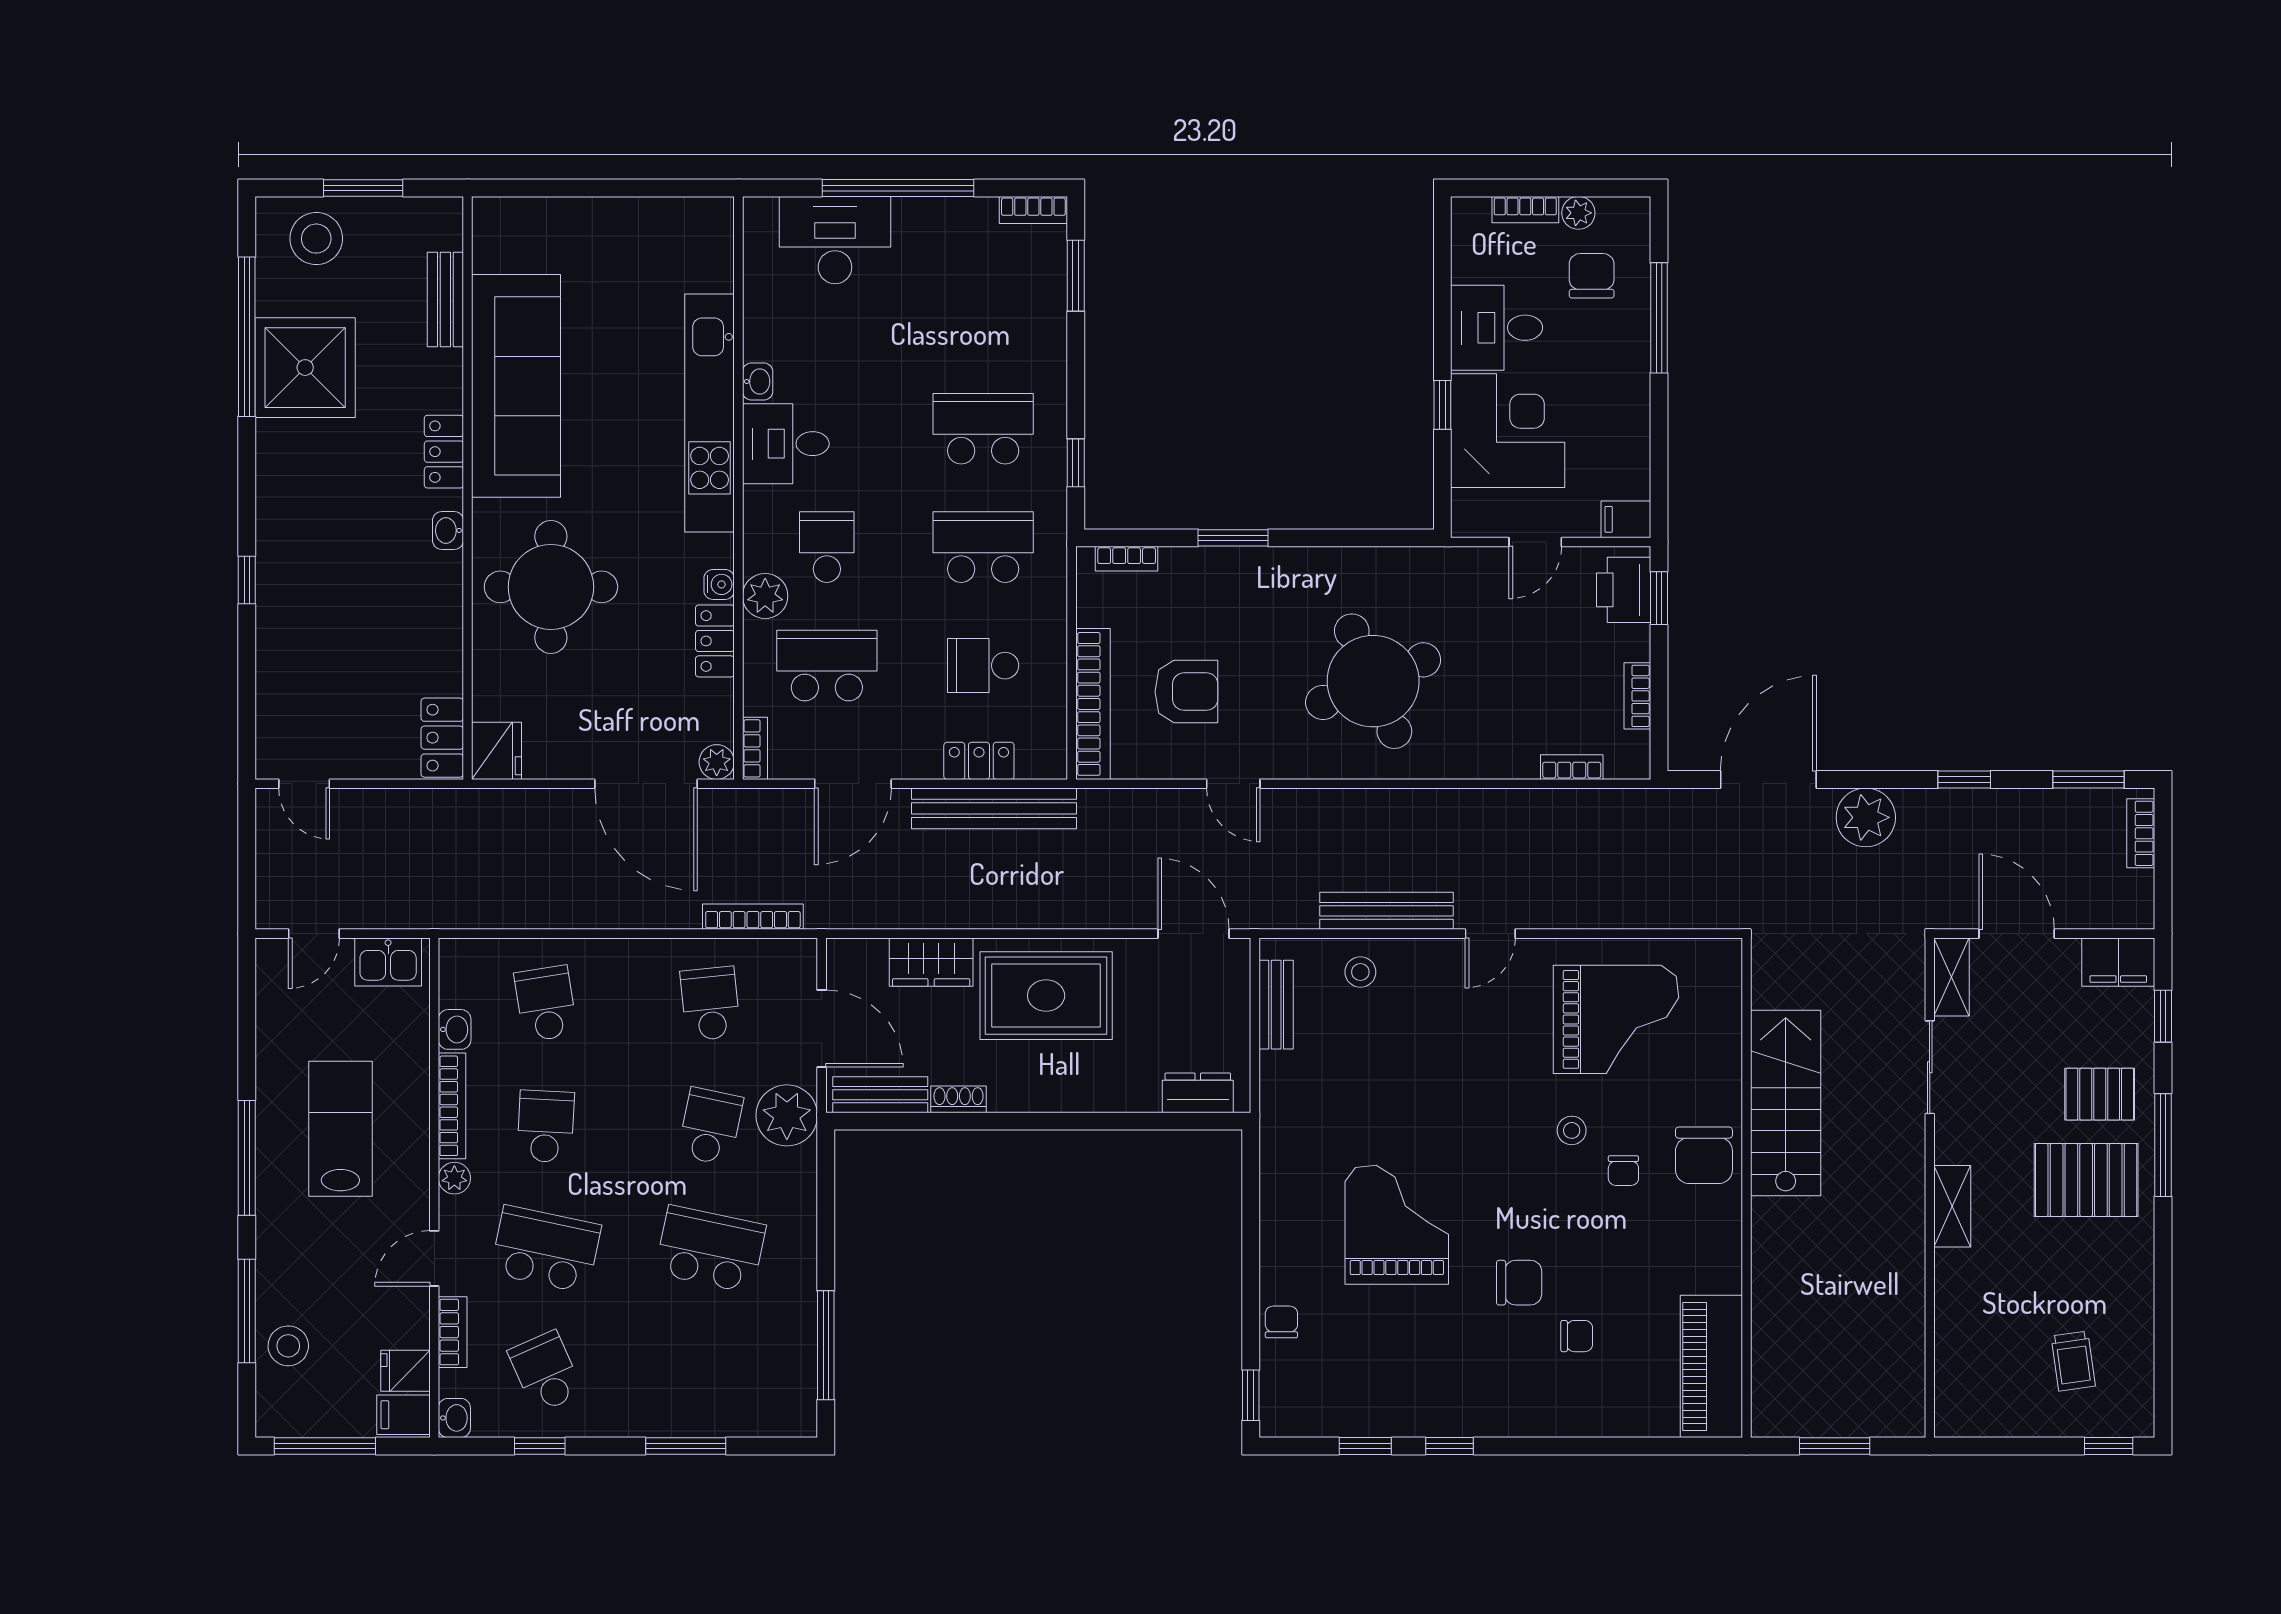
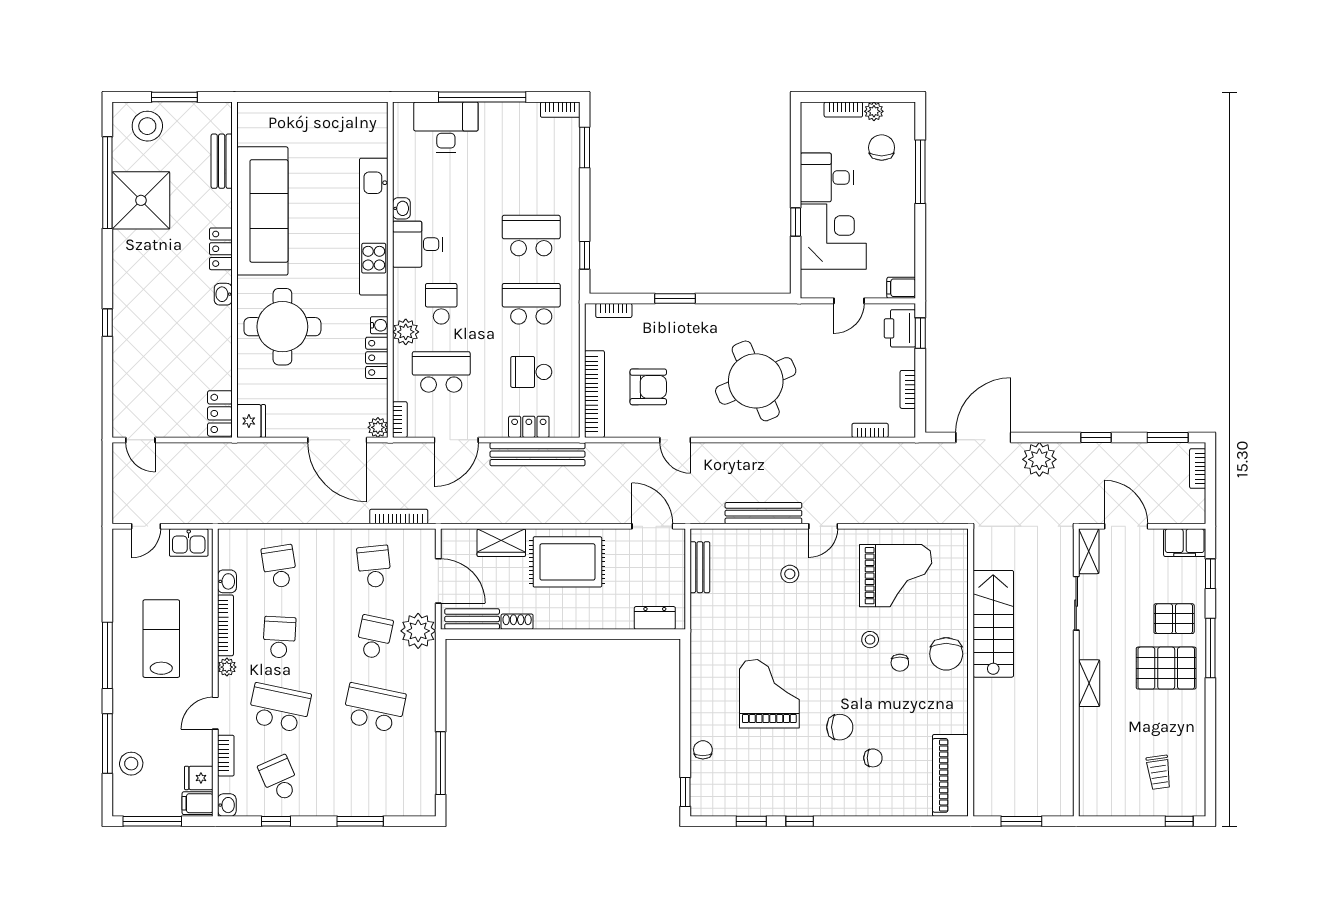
stool: (1360, 972) -> (790, 574), moved

